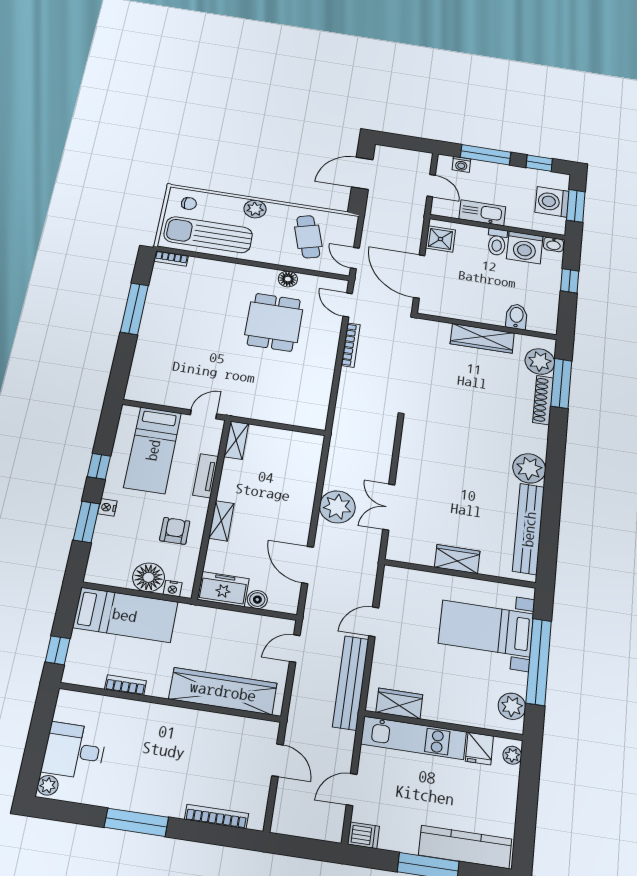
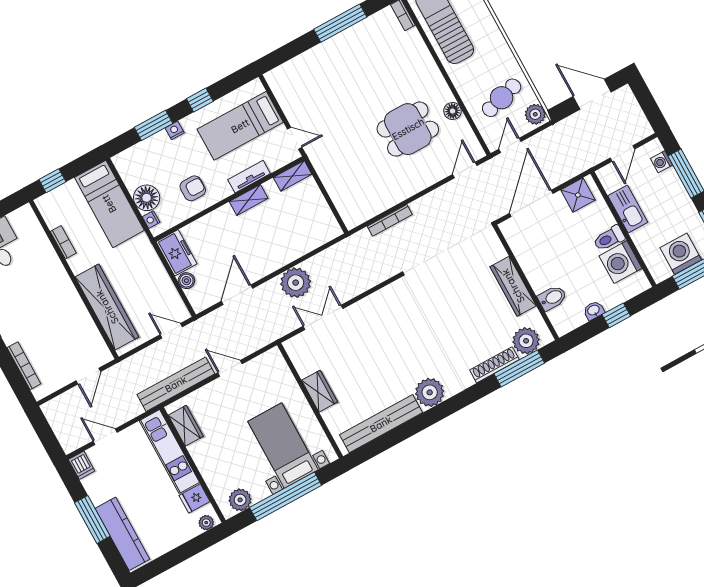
plant: (255, 209) -> (535, 114), moved
washbasin: (554, 244) -> (594, 310), moved, turned 90
bookcase: (351, 345) -> (390, 220), moved
shelving: (221, 521) -> (249, 200), moved

